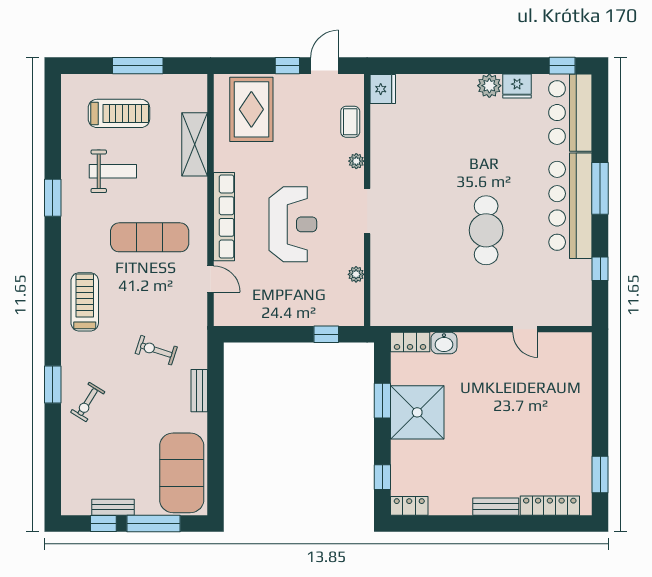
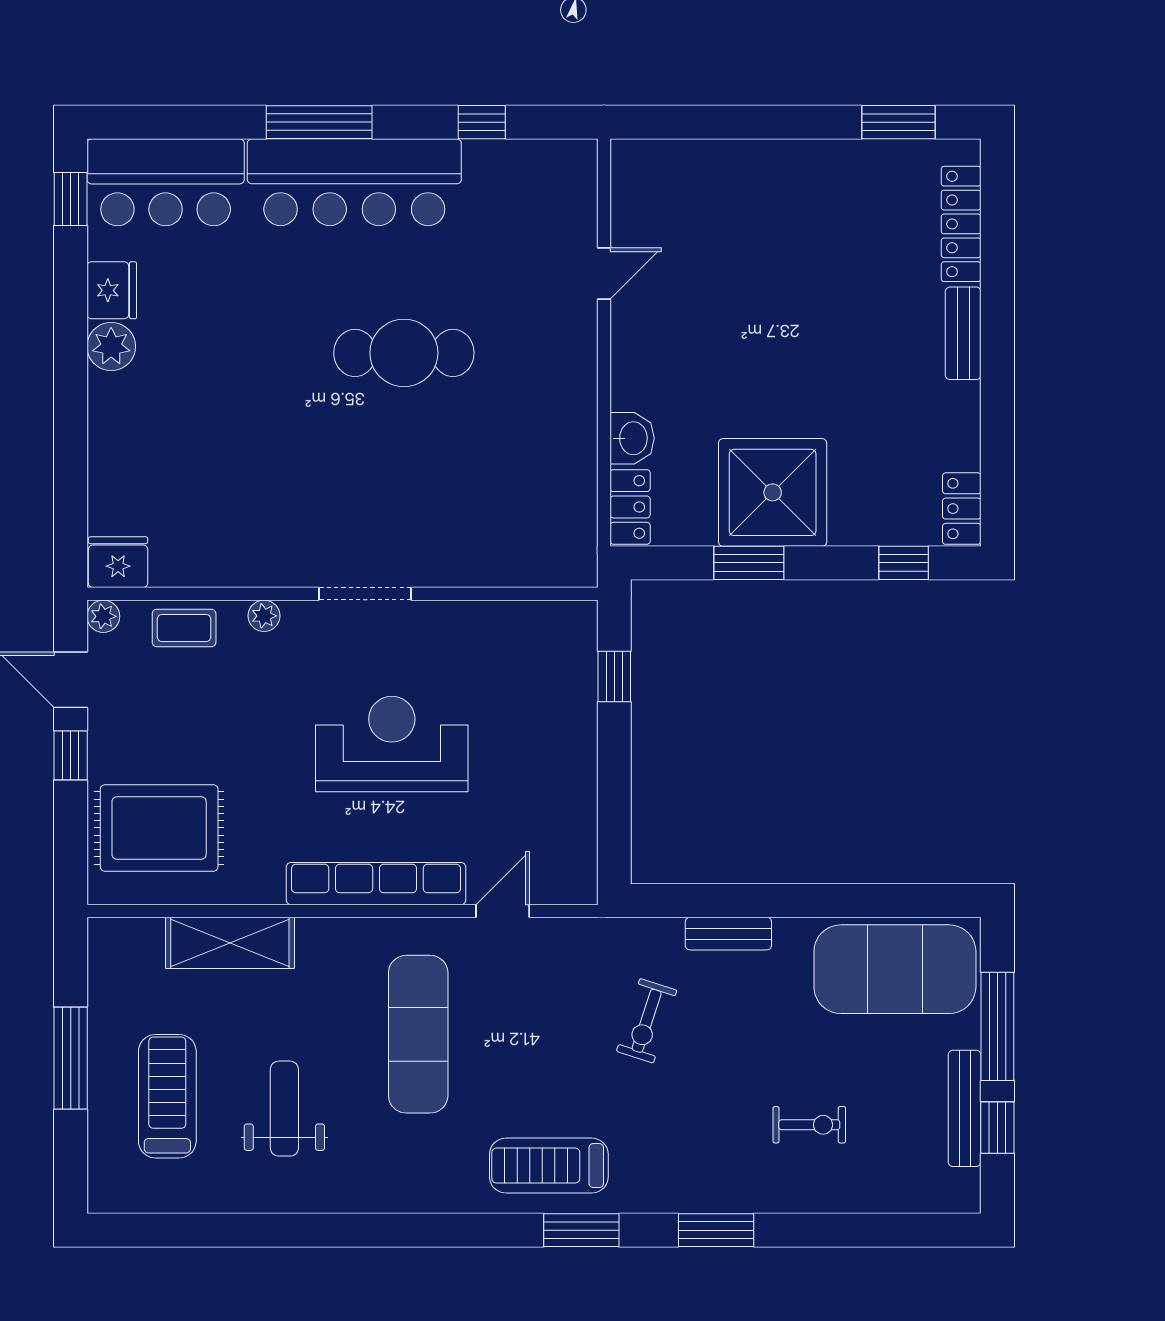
window: (53, 198) -> (581, 1230), moved
plant: (356, 274) -> (103, 616), moved
exercise bike: (88, 402) -> (809, 1125), moved, turned -32
bench: (113, 507) -> (965, 1108), width x1.36

